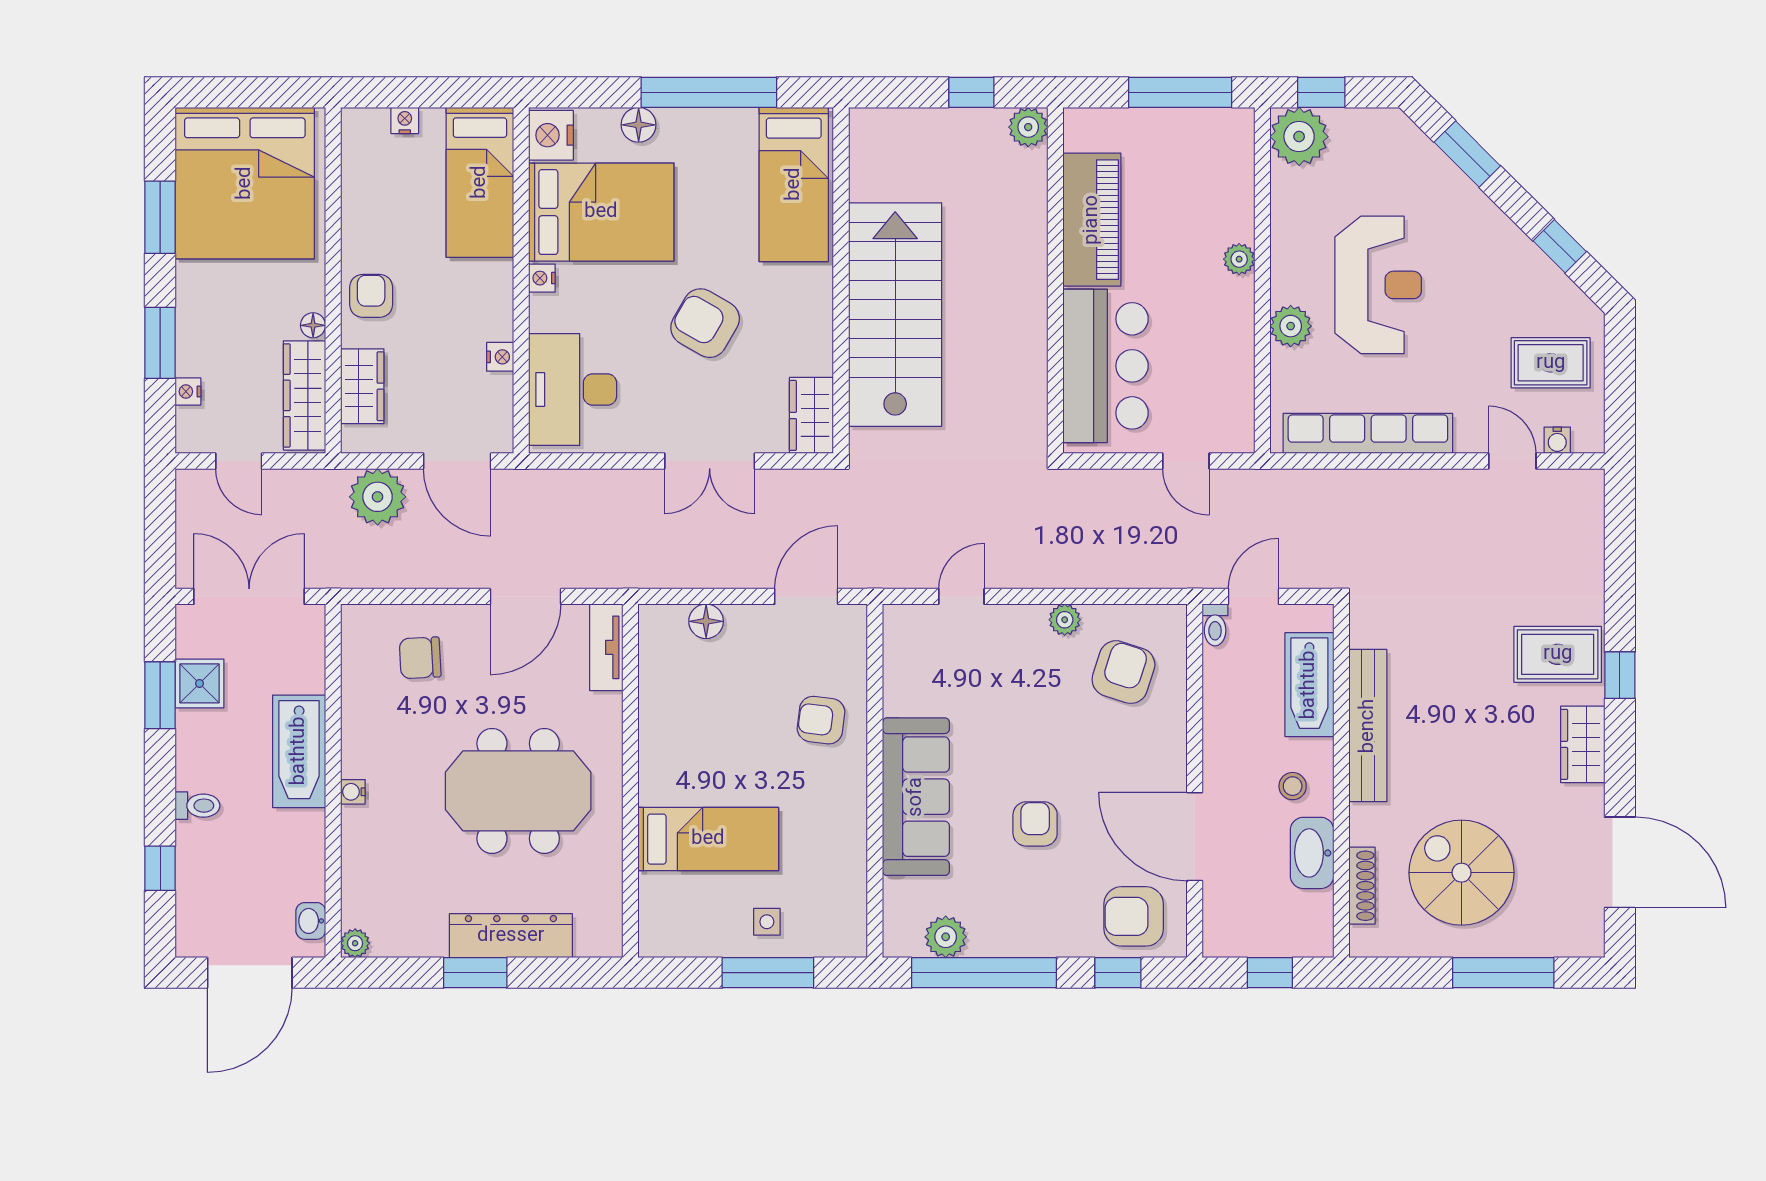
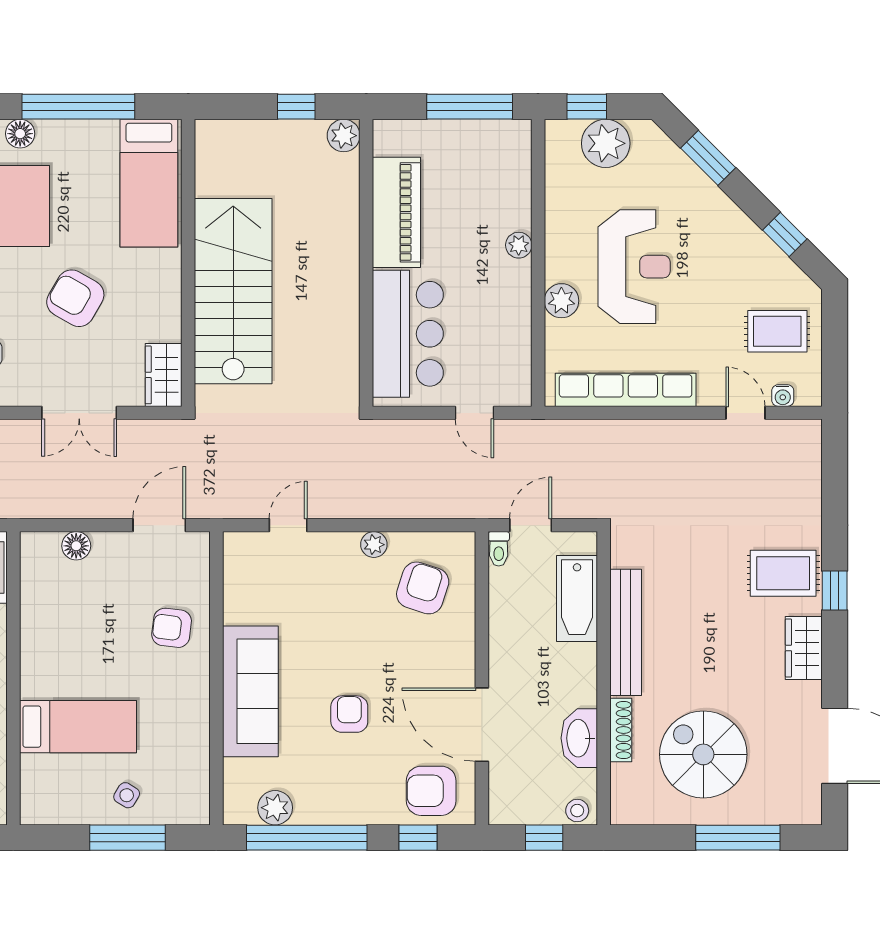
plant: (1299, 137) -> (606, 143), moved
stool: (1293, 786) -> (577, 811), moved
shoe rack: (1362, 886) -> (621, 730), moved
side table: (767, 922) -> (127, 795), turned 31

